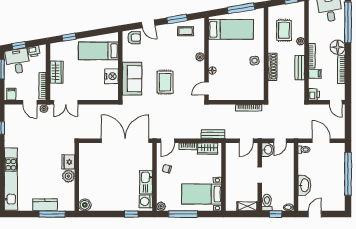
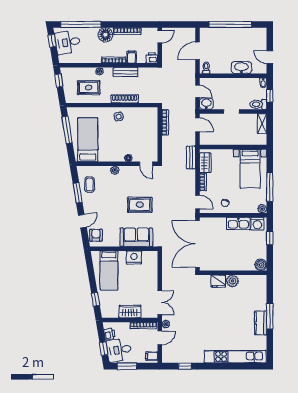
fridge: (68, 162) -> (218, 281), moved
plant: (68, 176) -> (232, 281), moved
wall: (77, 177) -> (233, 273), moved
boiler: (85, 205) -> (261, 265), moved

